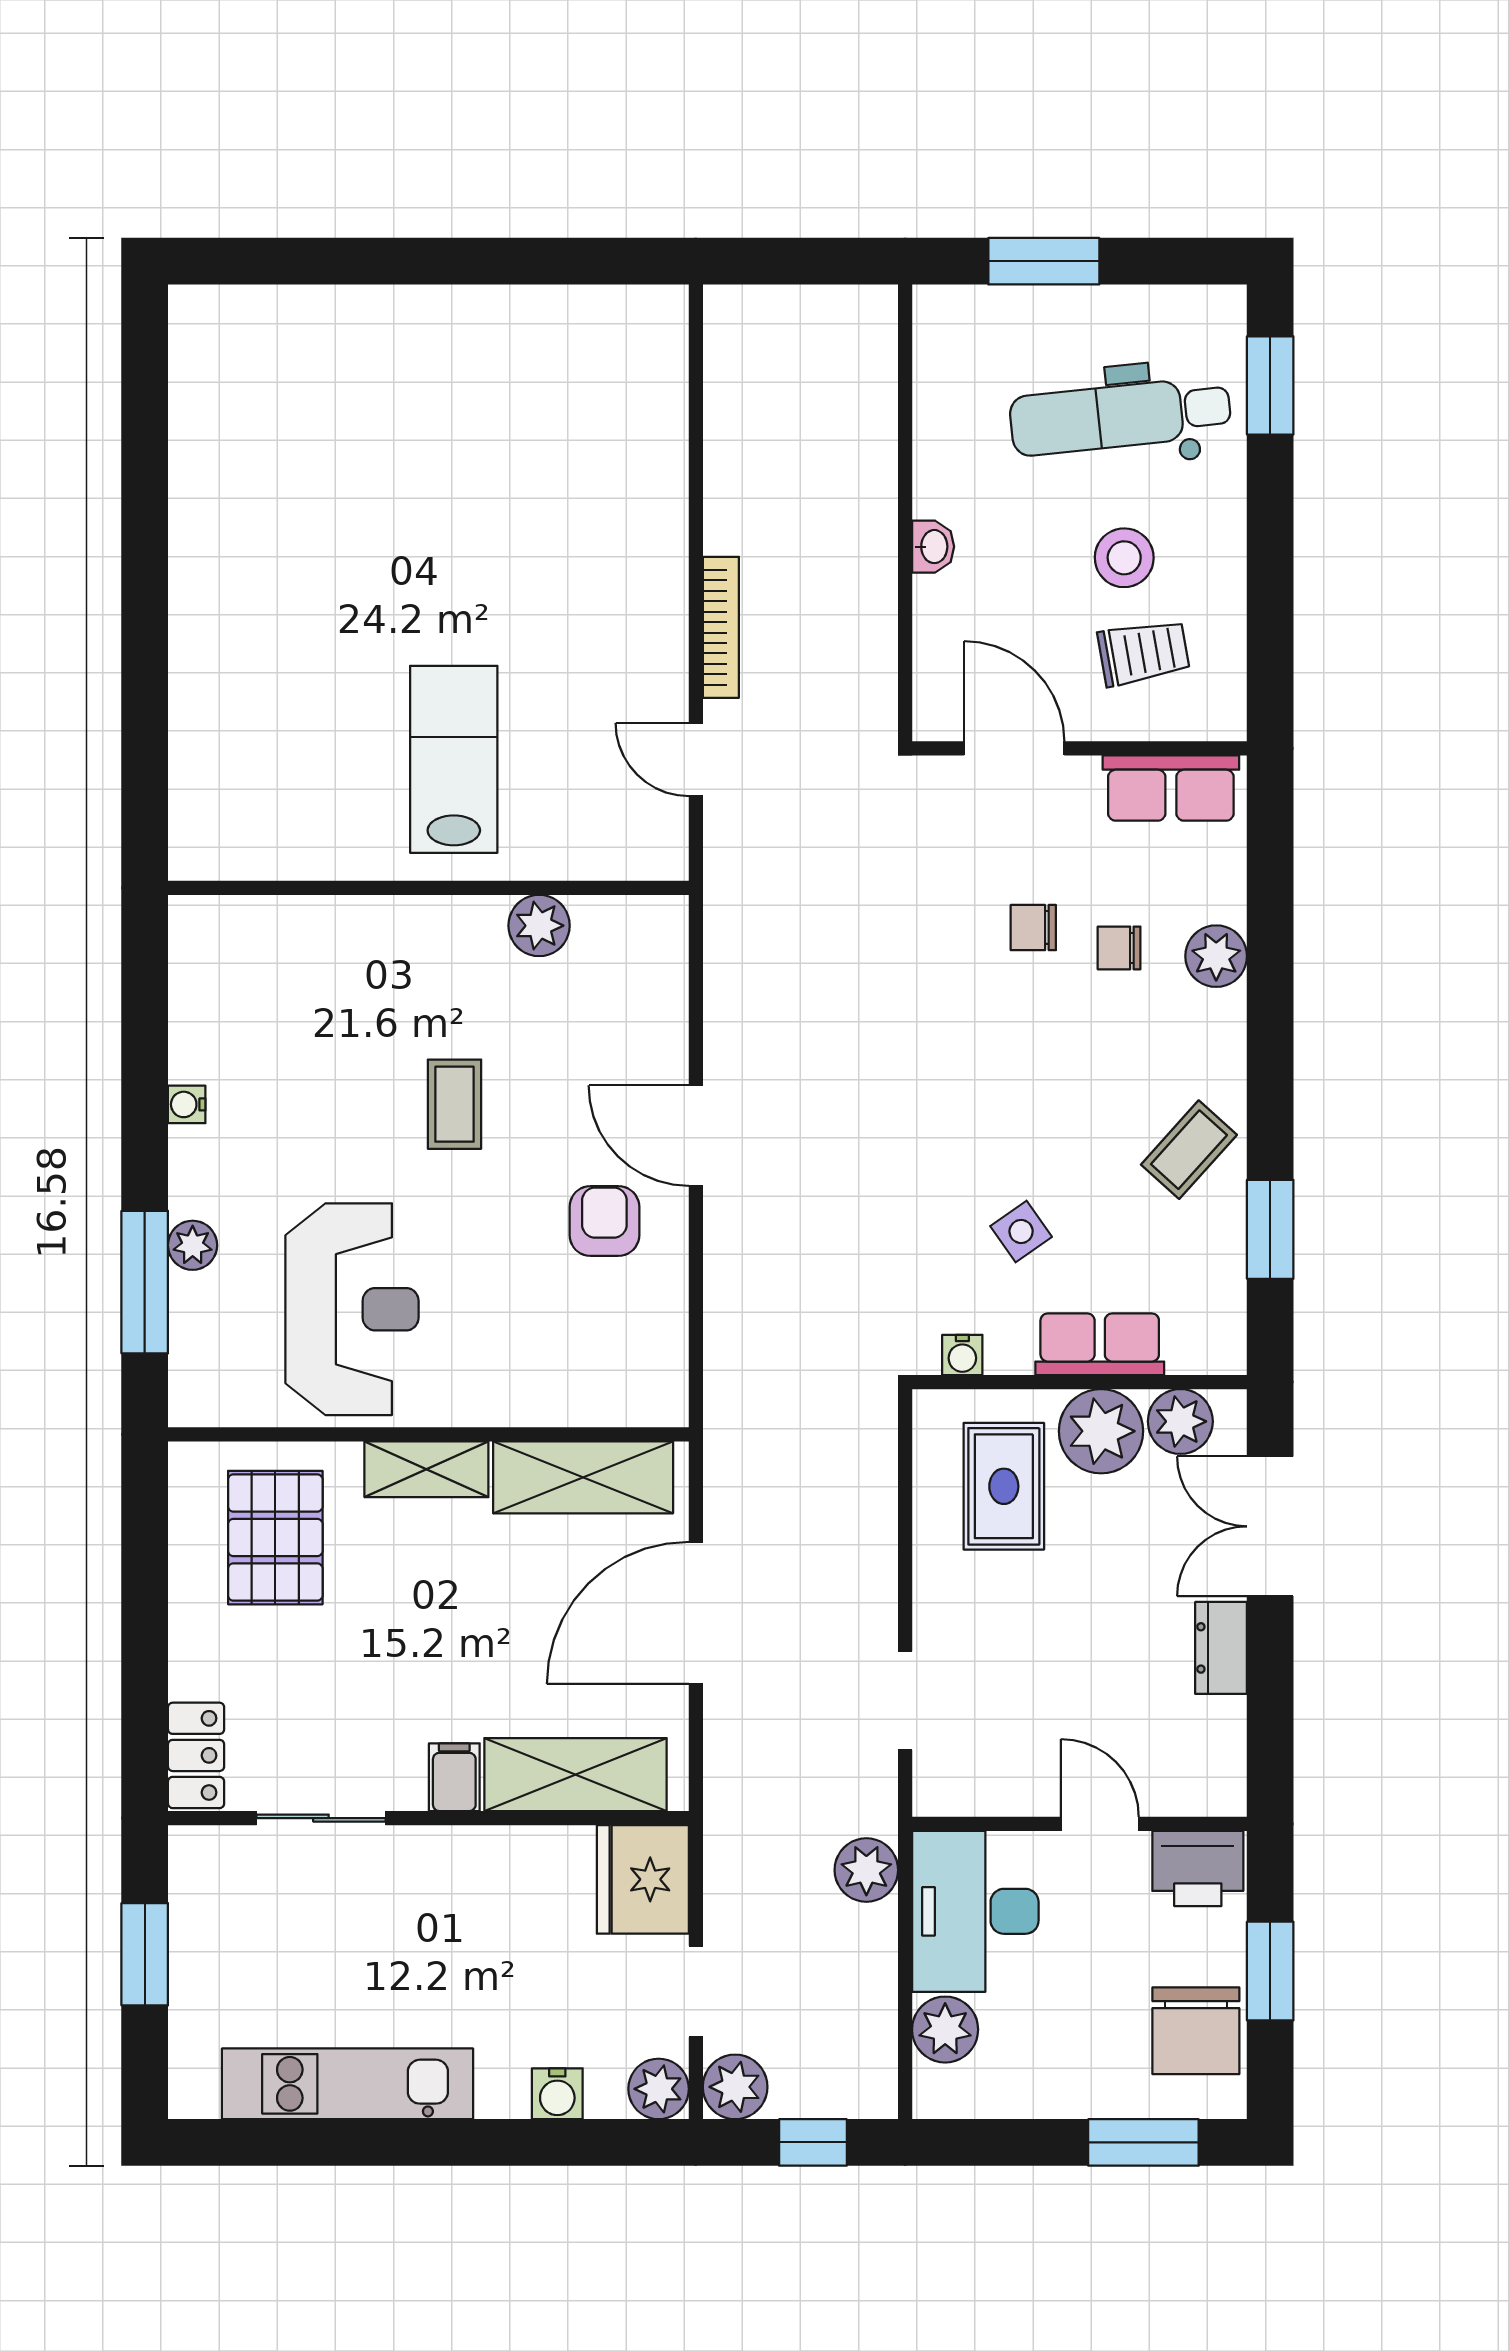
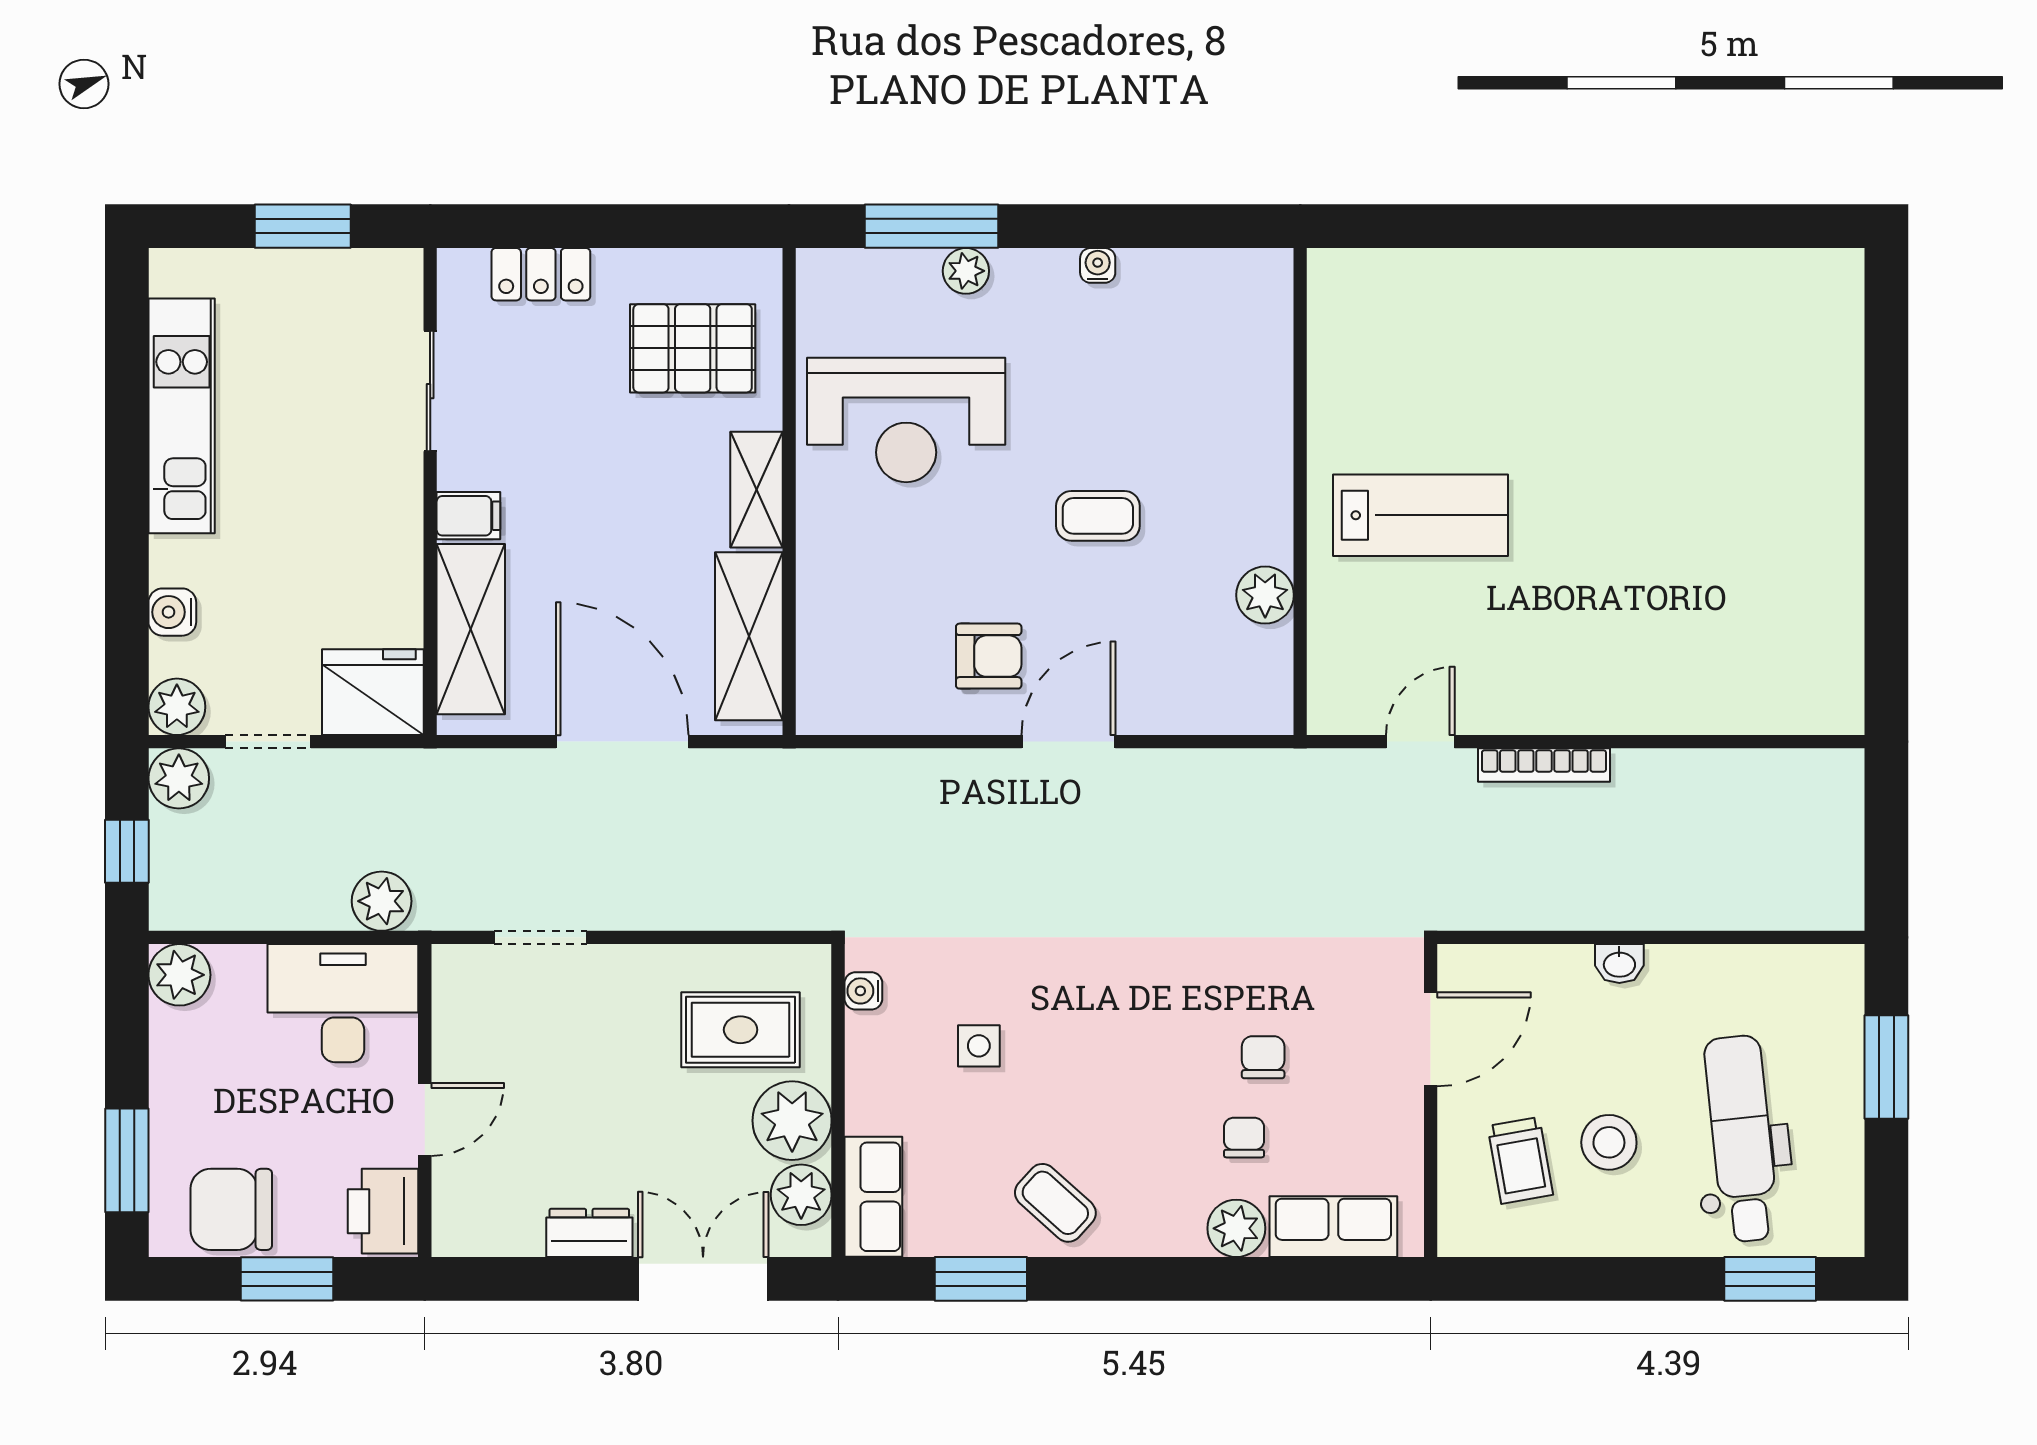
row of seats: (1171, 788) -> (1333, 1227), moved, turned 90
side table: (1021, 1231) -> (979, 1046), turned 35
row of seats: (1100, 1344) -> (873, 1197), moved
locker: (196, 1755) -> (541, 274), moved
plant: (945, 2030) -> (179, 975), moved

